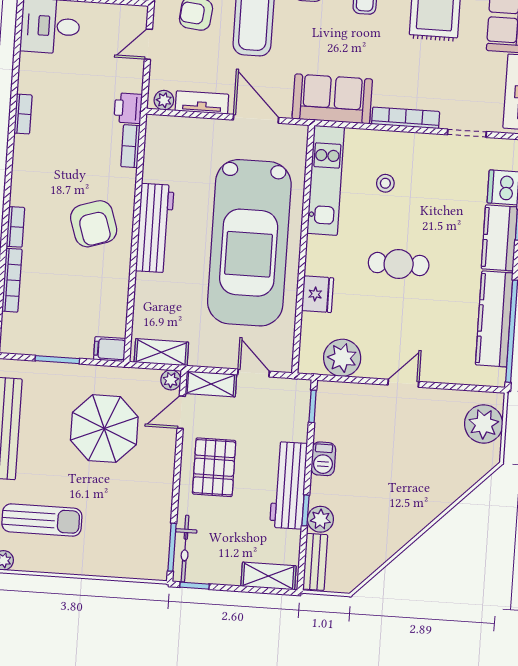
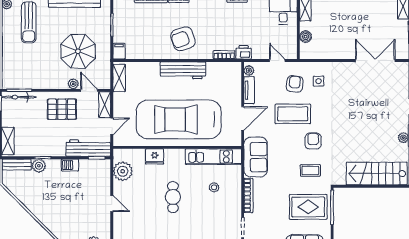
plant: (171, 380) -> (73, 84), moved
workbench: (288, 485) -> (88, 148), moved

